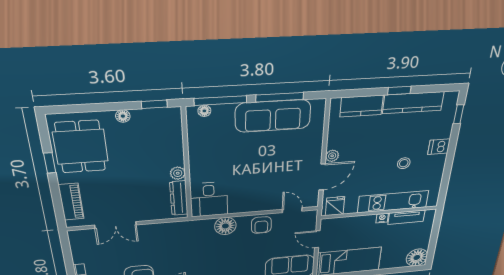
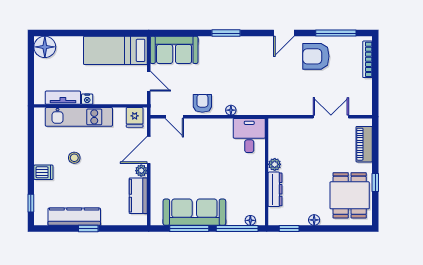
kitchen counter: (362, 106) -> (138, 196), moved, turned -90
dresser: (179, 198) -> (275, 189), moved
floor lamp: (225, 226) -> (231, 110), width x0.53, depth x0.53

